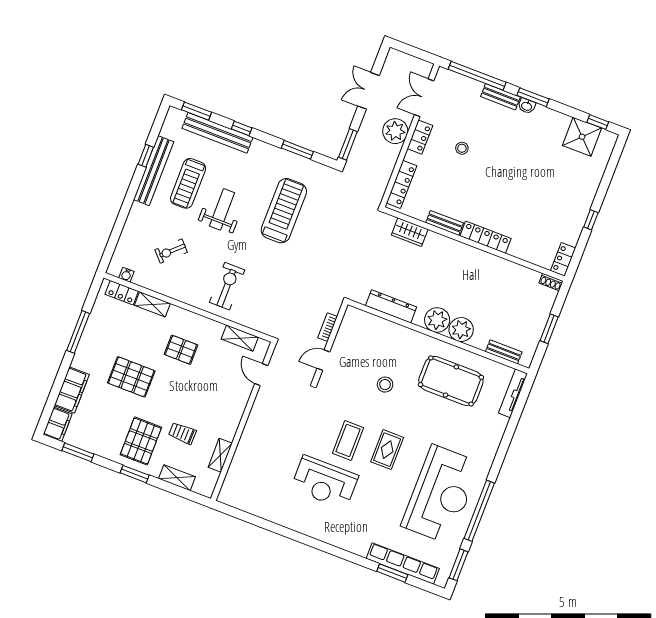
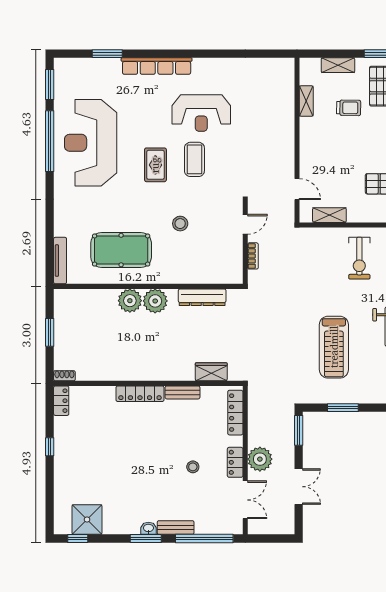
bench: (504, 352) -> (83, 295), removed
reception desk: (325, 482) -> (201, 113), turned 180
row of seats: (403, 563) -> (157, 66), moved

